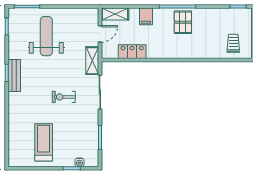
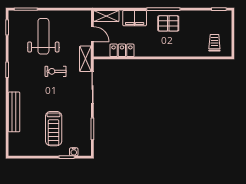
filing cabinet: (146, 16) -> (135, 18), width x2.00
pallet: (183, 22) -> (168, 23), turned 90
door: (100, 34) -> (92, 34), hinge flipped
bench: (14, 75) -> (14, 112), moved, width x1.36
exercise bike: (64, 97) -> (56, 71), moved
treadmill: (44, 142) -> (54, 129), moved, turned 180

